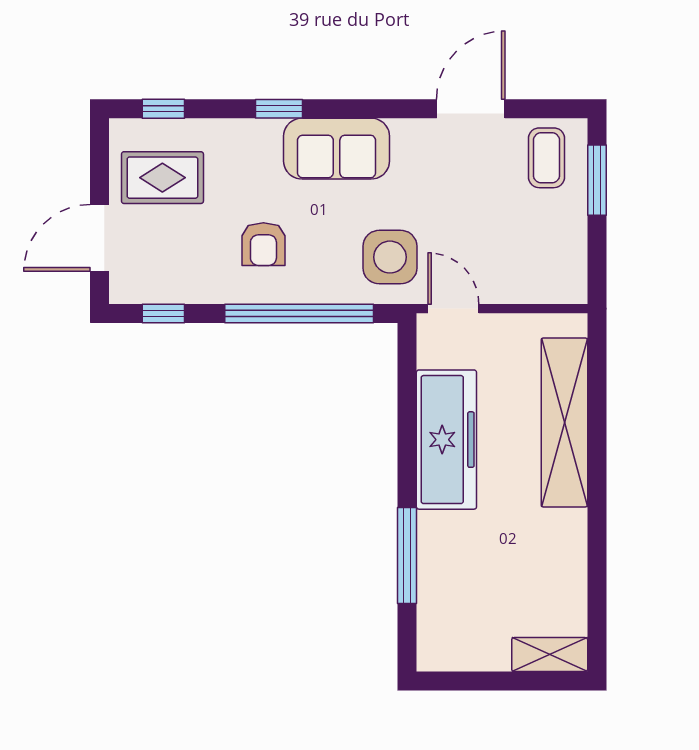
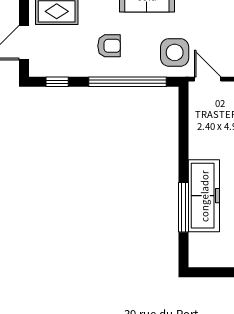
armchair: (263, 244) -> (109, 46), turned -90
freezer: (446, 440) -> (204, 196), moved

